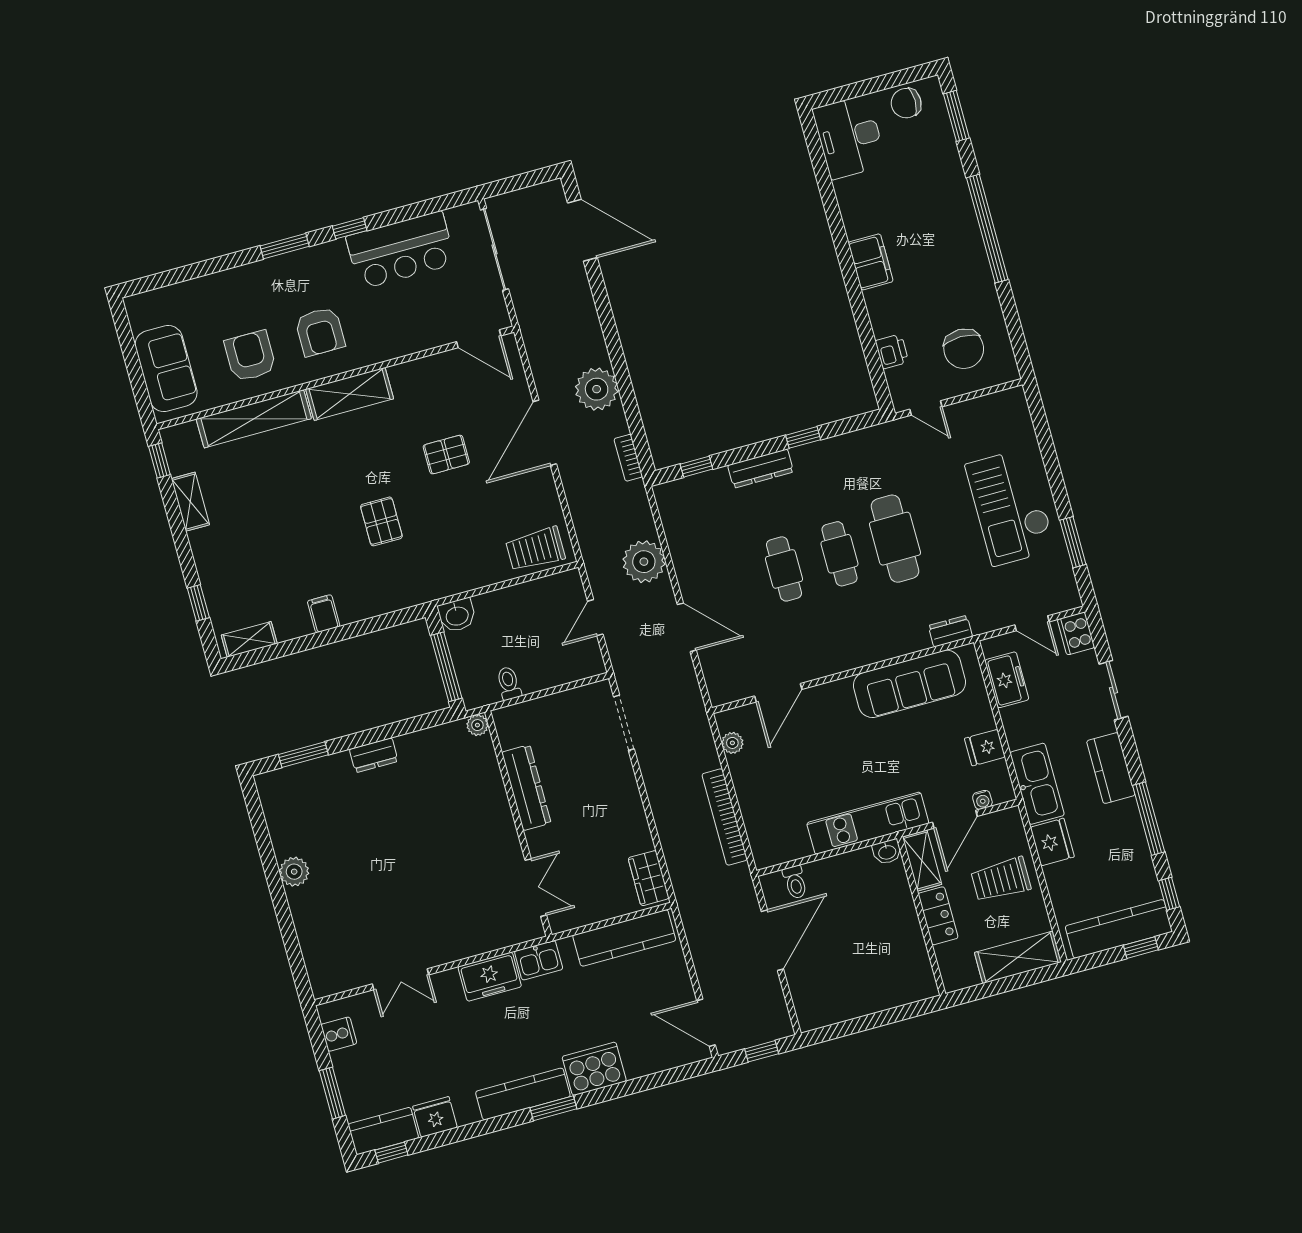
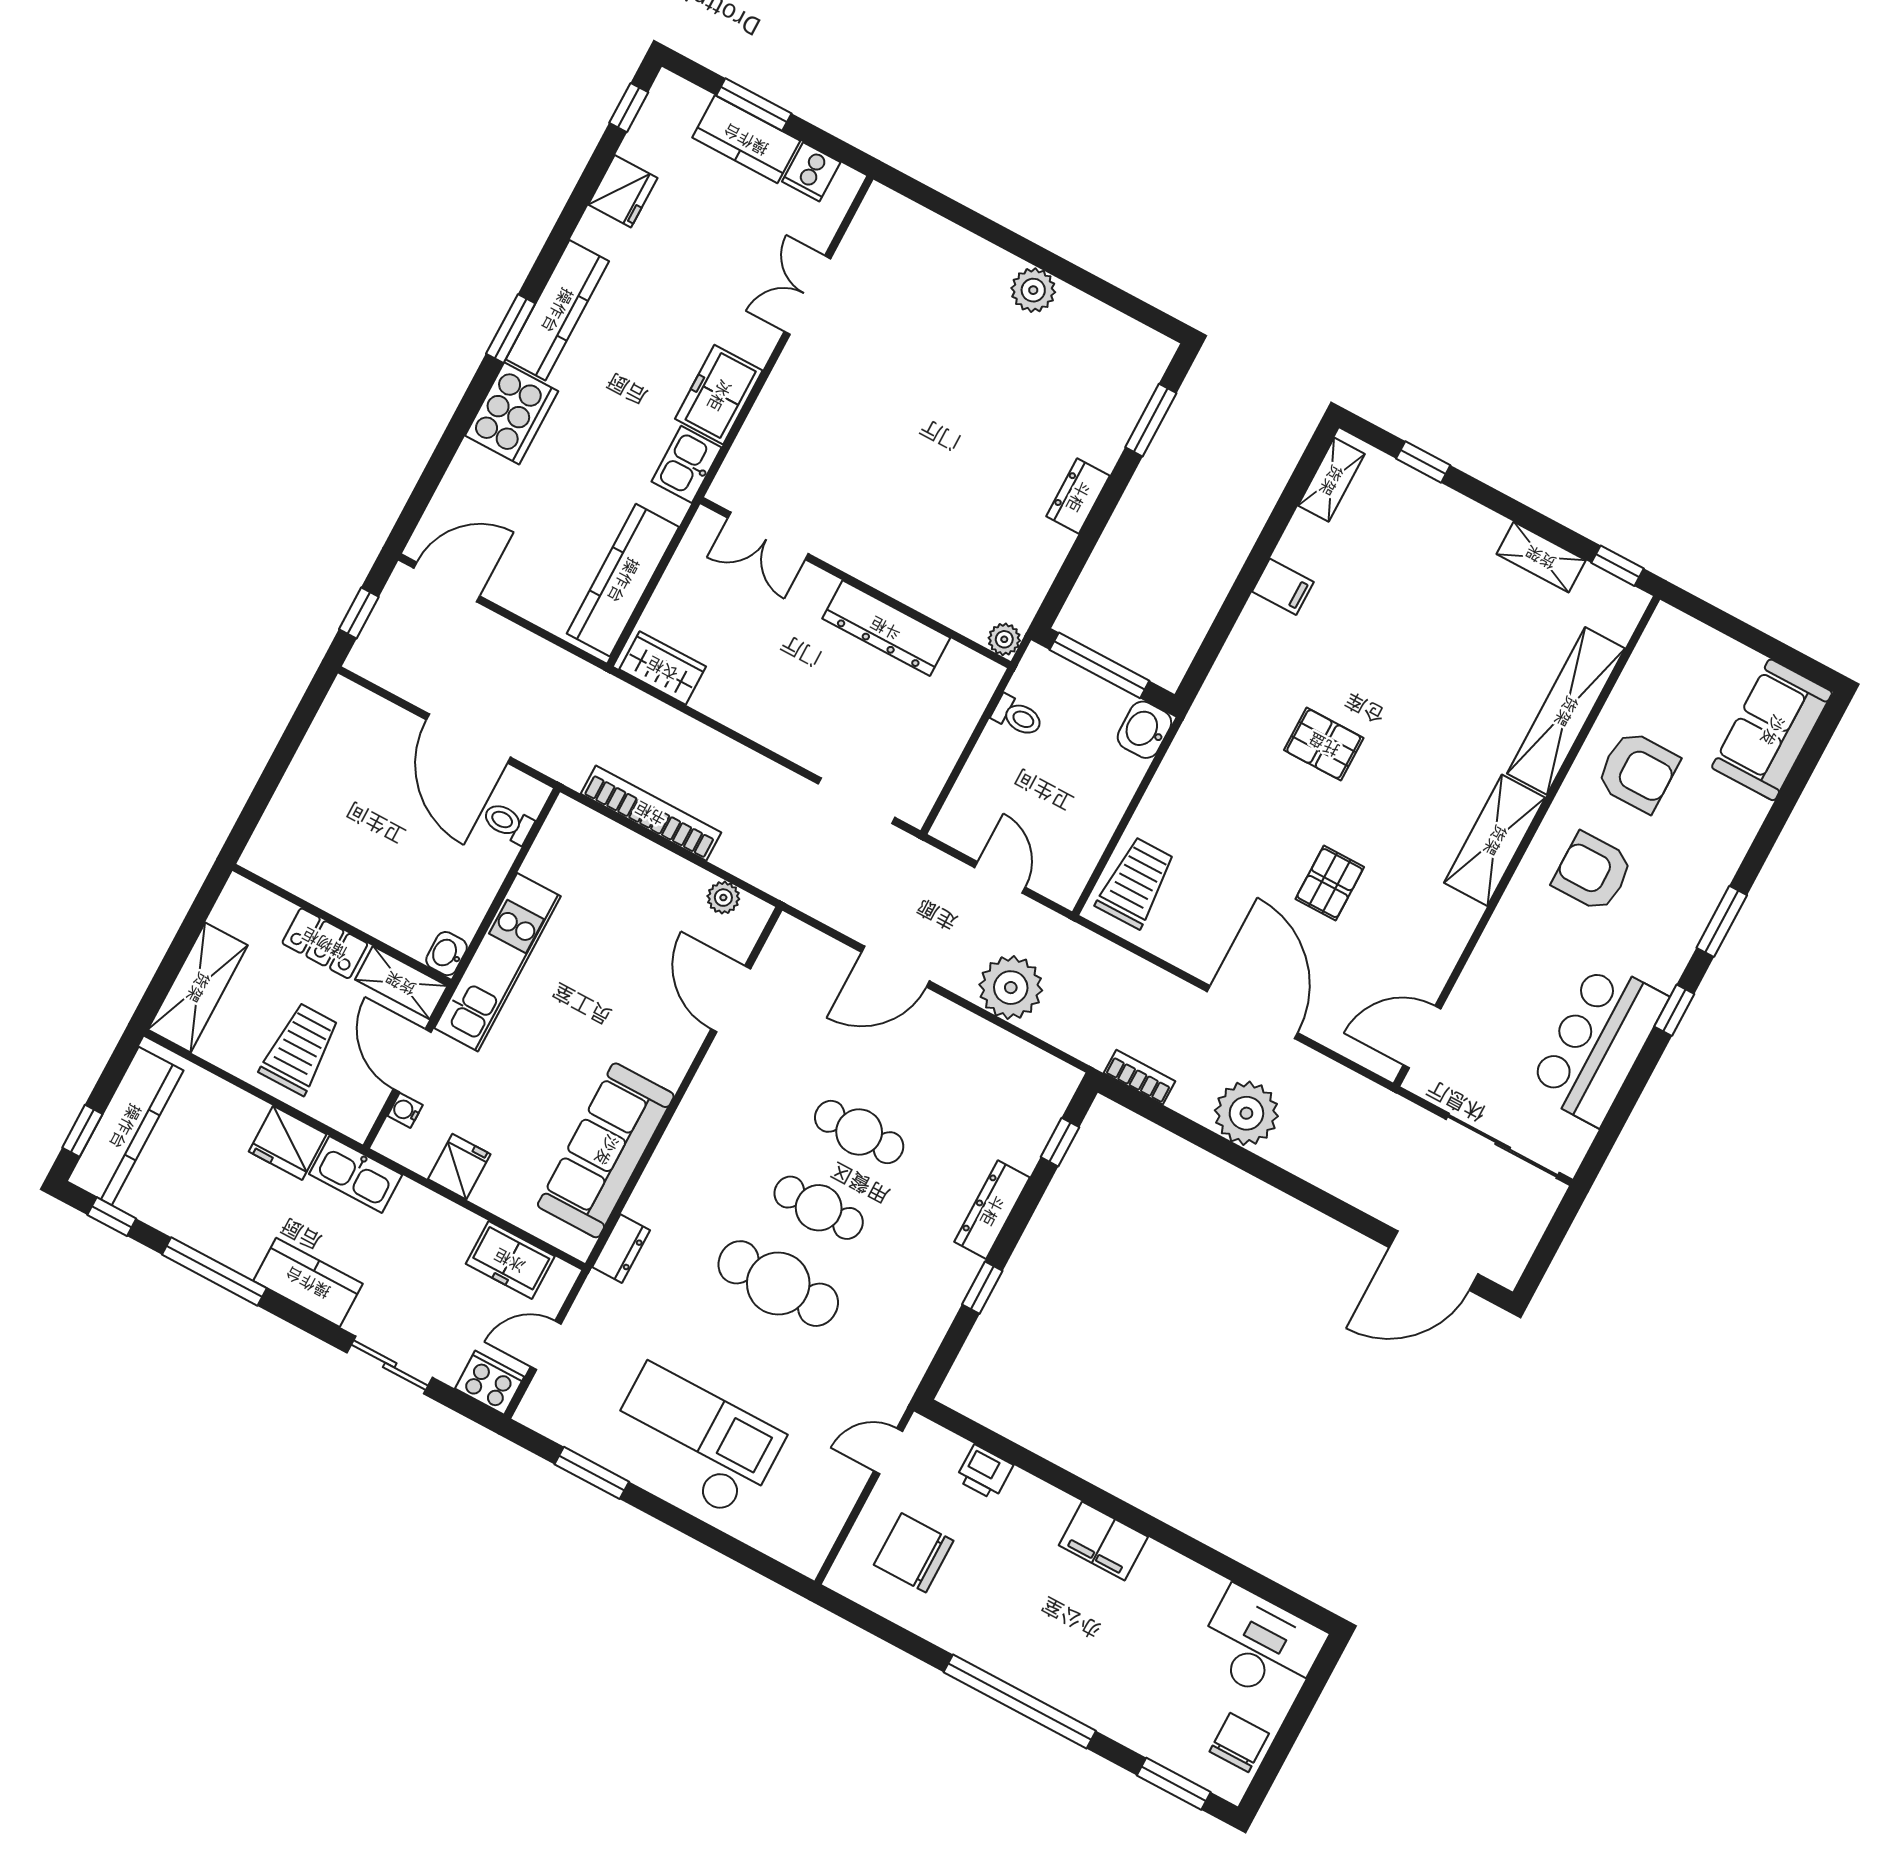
sofa: (166, 369) -> (1772, 730), moved, turned 90
kitchen sink: (1037, 784) -> (356, 1174), width x0.73, depth x0.81
kitchen counter: (383, 1131) -> (746, 139), moved, turned 90

